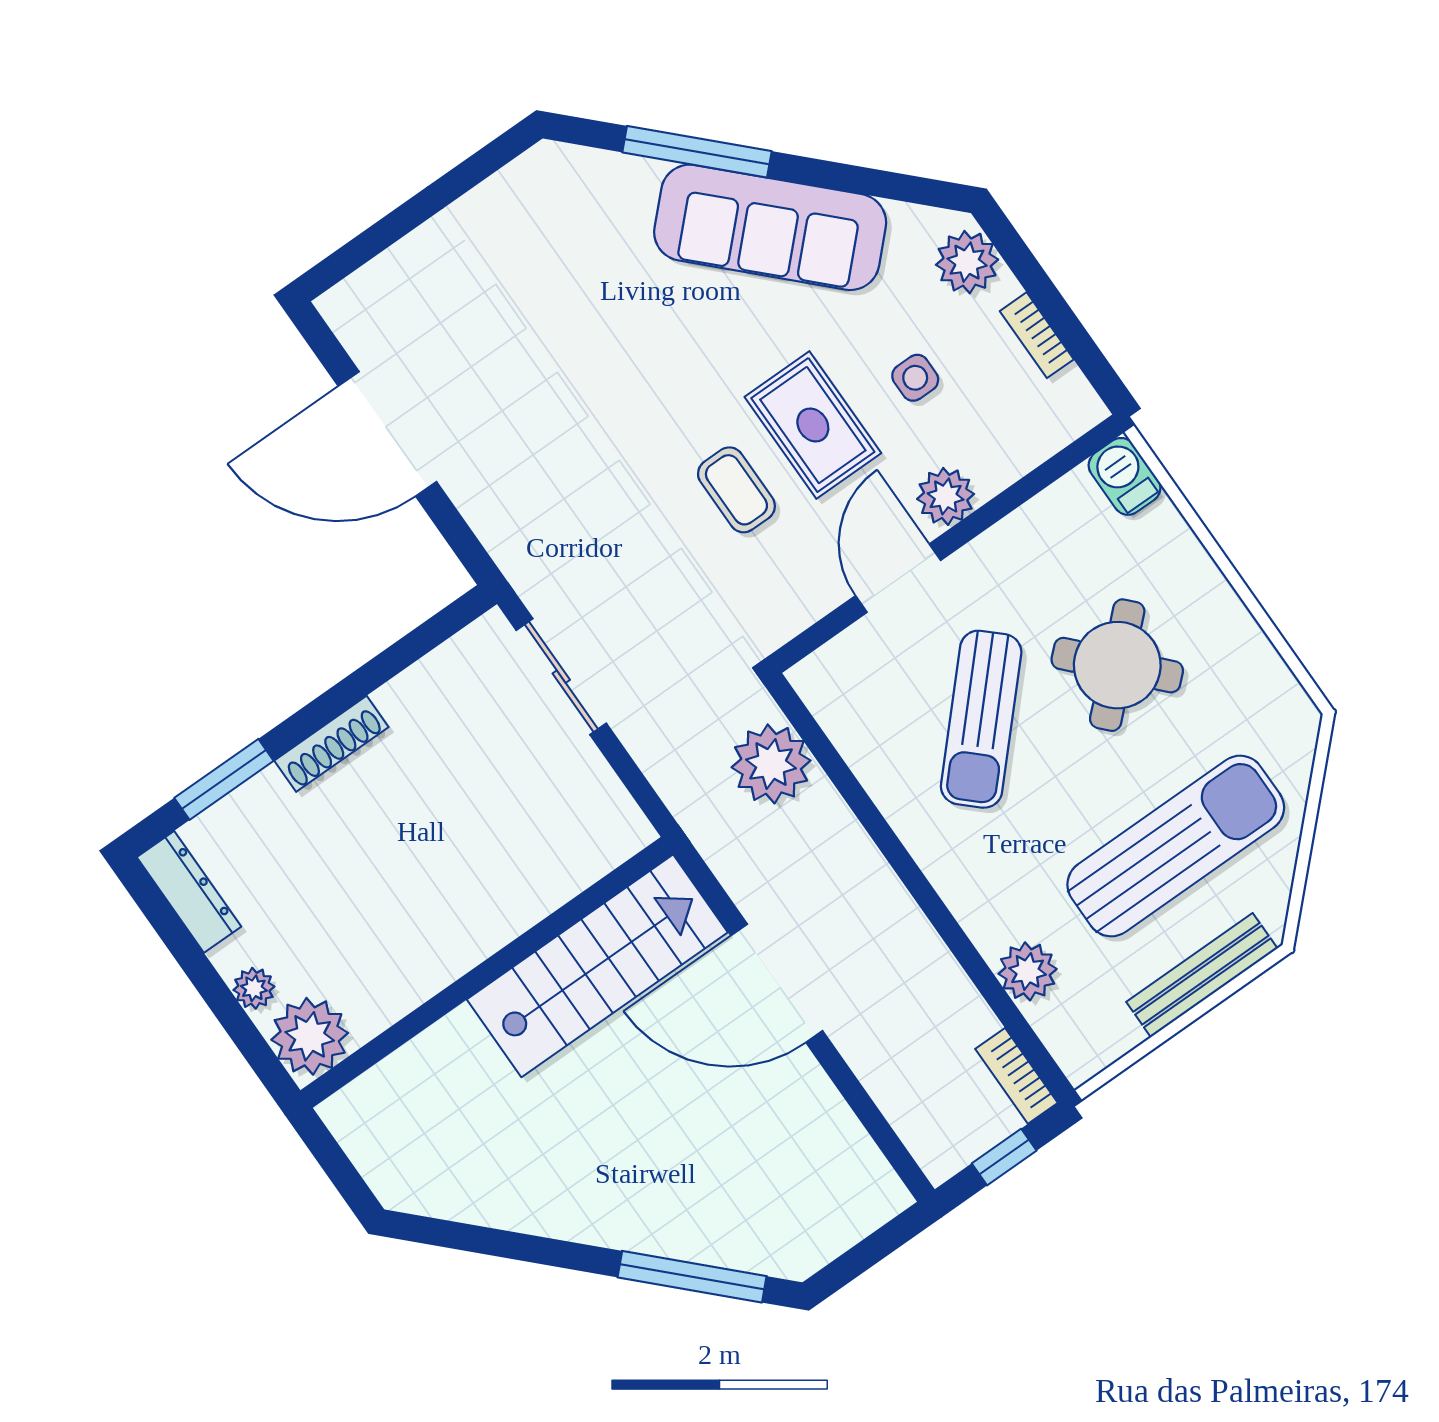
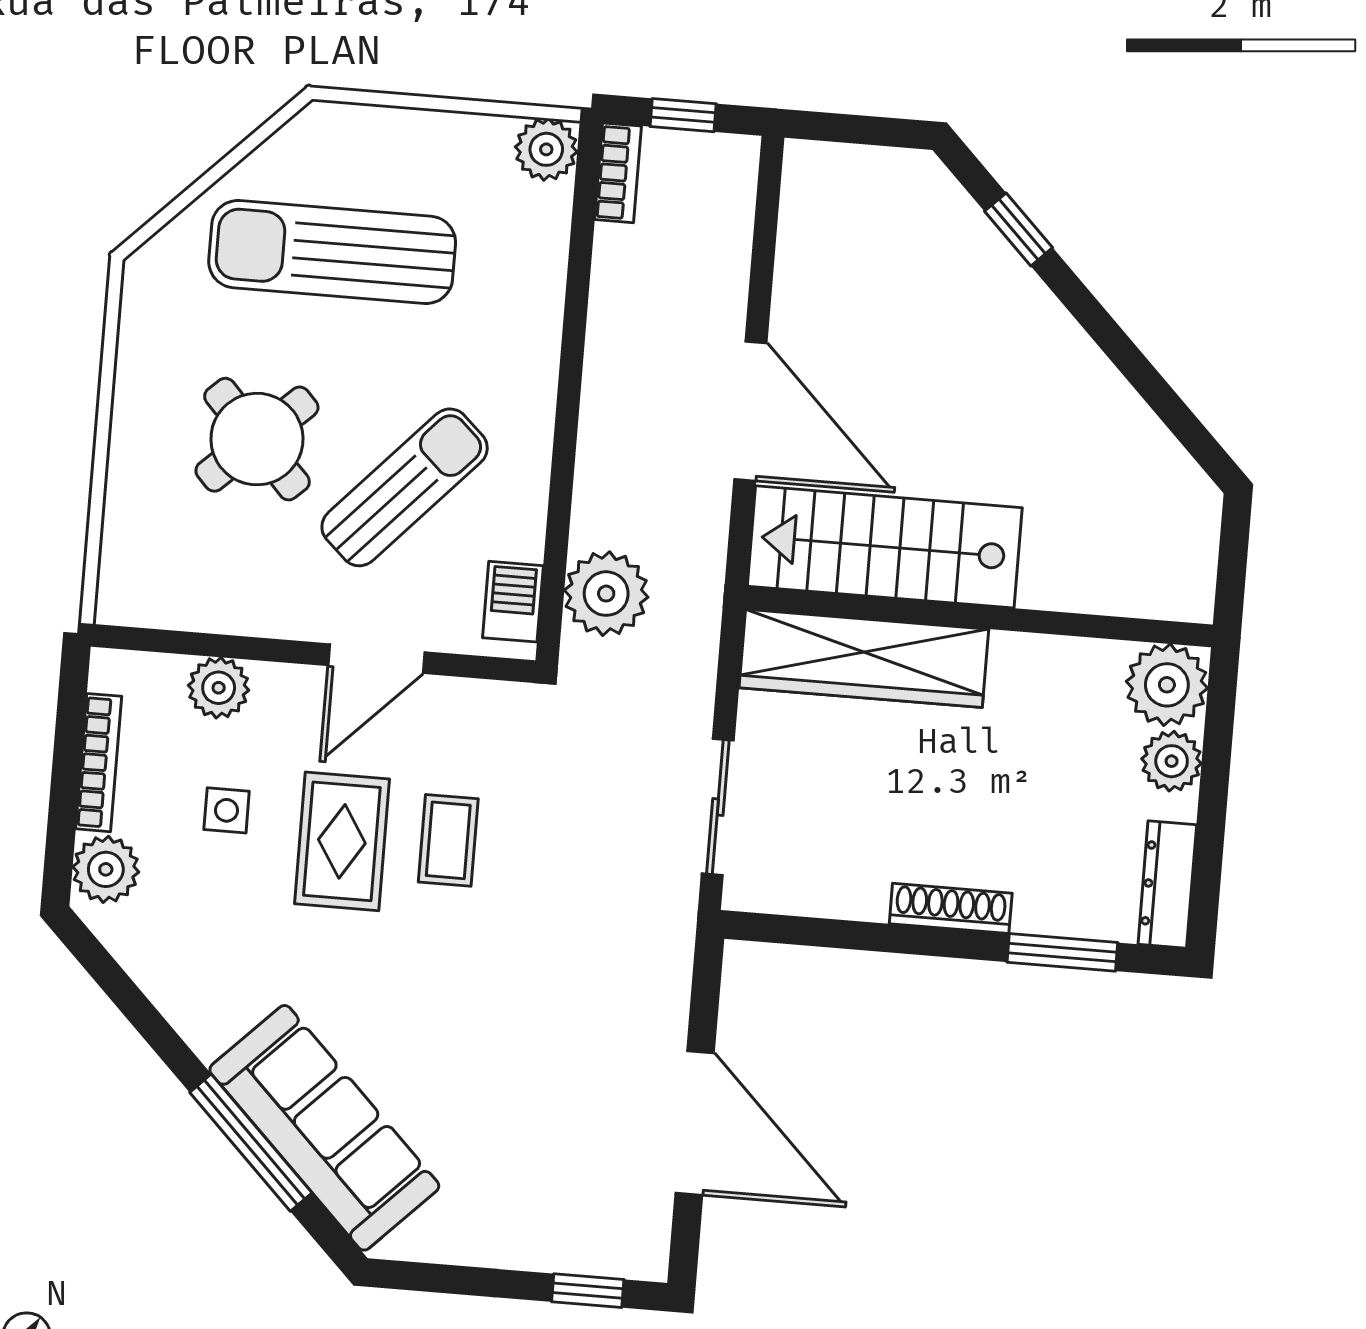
sofa: (770, 227) -> (324, 1128), moved
window: (364, 248) -> (588, 1291), added
bookcase: (1037, 335) -> (99, 763), width x1.56
barbecue: (1125, 476) -> (513, 602), moved, turned 180
plant: (946, 496) -> (219, 688), moved
wardrobe: (545, 873) -> (864, 658), added
plant: (1028, 971) -> (546, 149), moved
bench: (1202, 975) -> (399, 129), removed
plant: (254, 988) -> (1172, 761), width x1.38, depth x1.38
window: (692, 1277) -> (1019, 229), width x0.46

